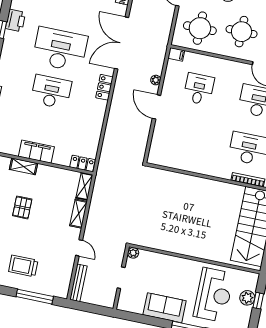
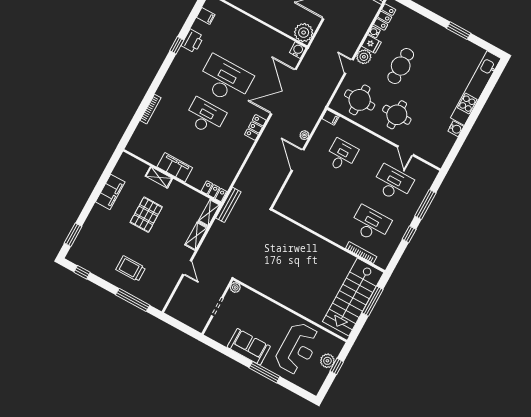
pallet: (22, 207) -> (146, 215), width x1.50, depth x1.42
bench: (78, 283) -> (228, 205), moved

